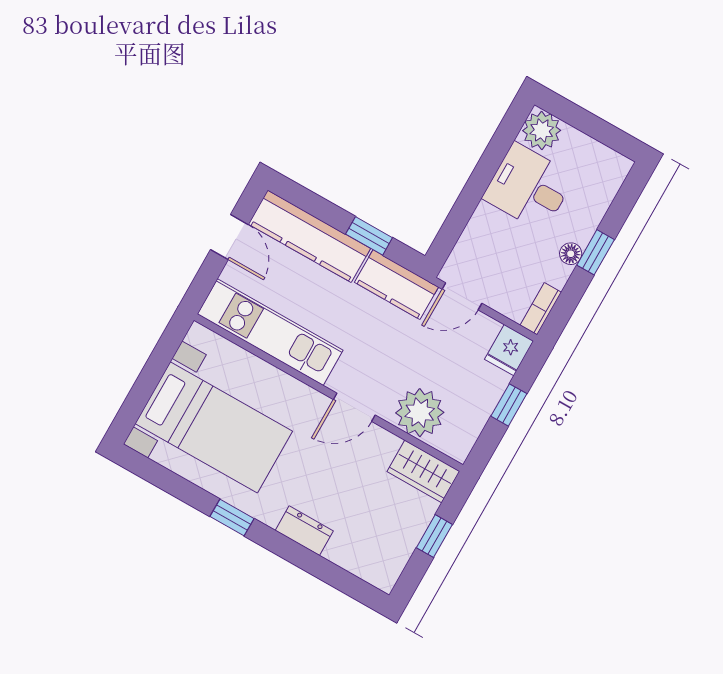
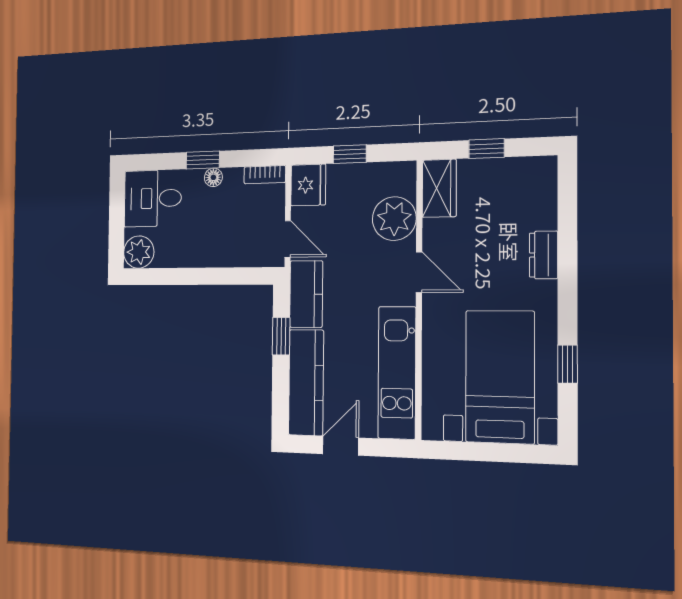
desk: (529, 187) -> (153, 198), moved, turned 90
fridge: (509, 350) -> (308, 185), width x1.38
window: (232, 518) -> (568, 364), moved

